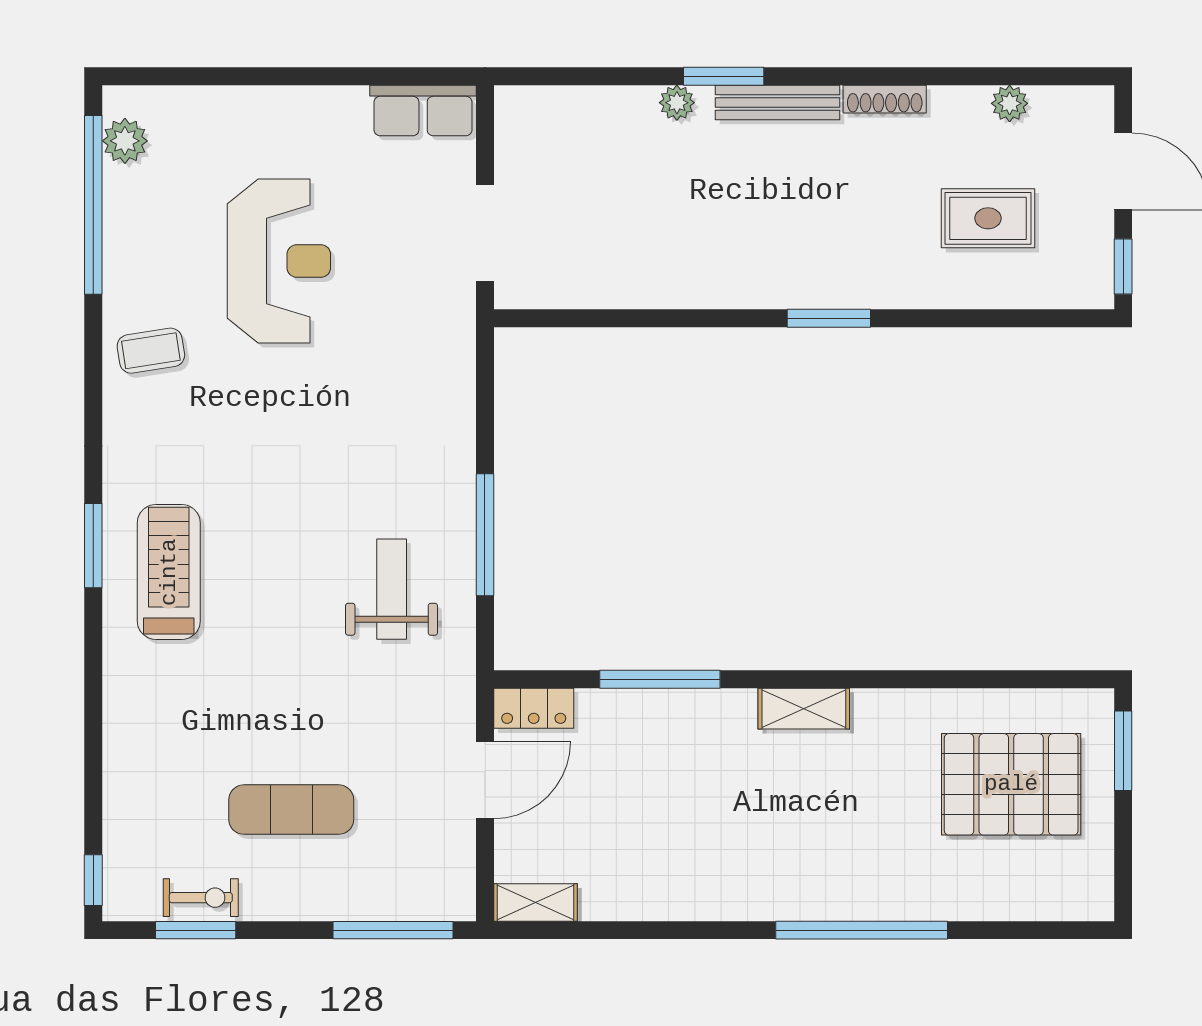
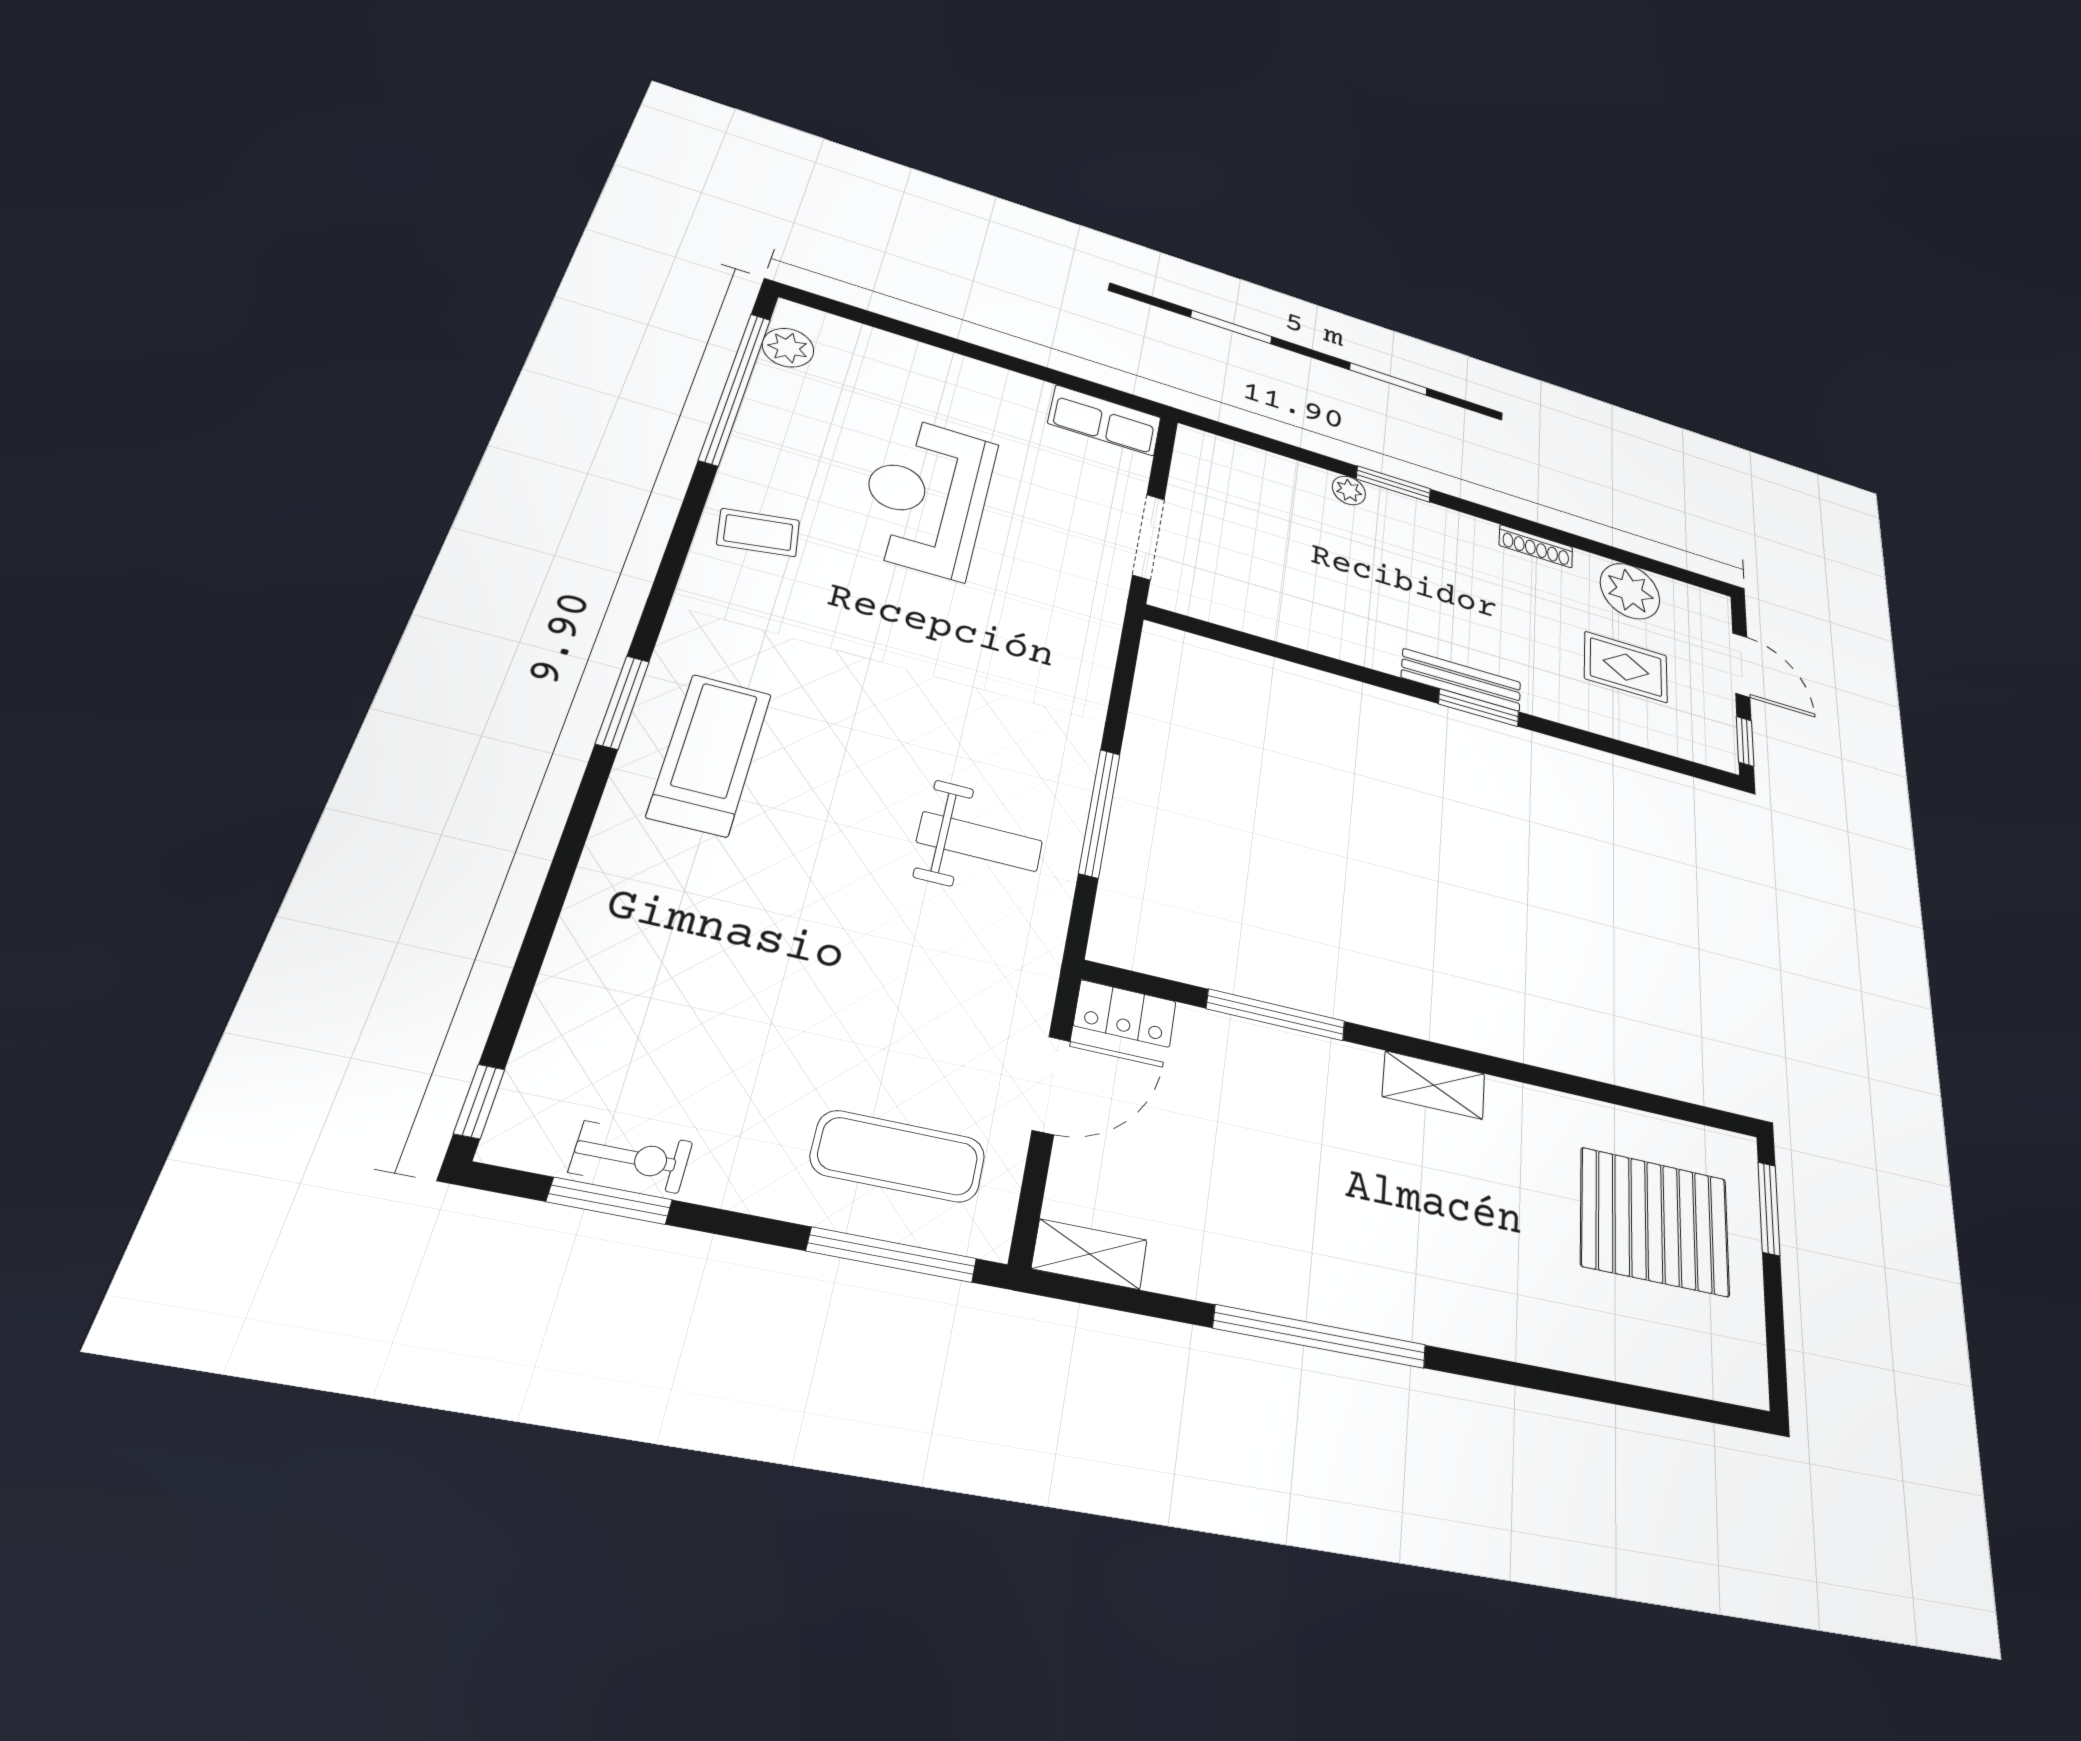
bench: (778, 102) -> (1461, 680), moved
plant: (1010, 103) -> (1630, 591), width x1.87, depth x1.87
reception desk: (279, 261) -> (926, 496), turned 180
weight bench: (392, 589) -> (980, 842), turned 90
exercise mat: (291, 810) -> (898, 1156), moved
window: (862, 930) -> (1321, 1337), moved

